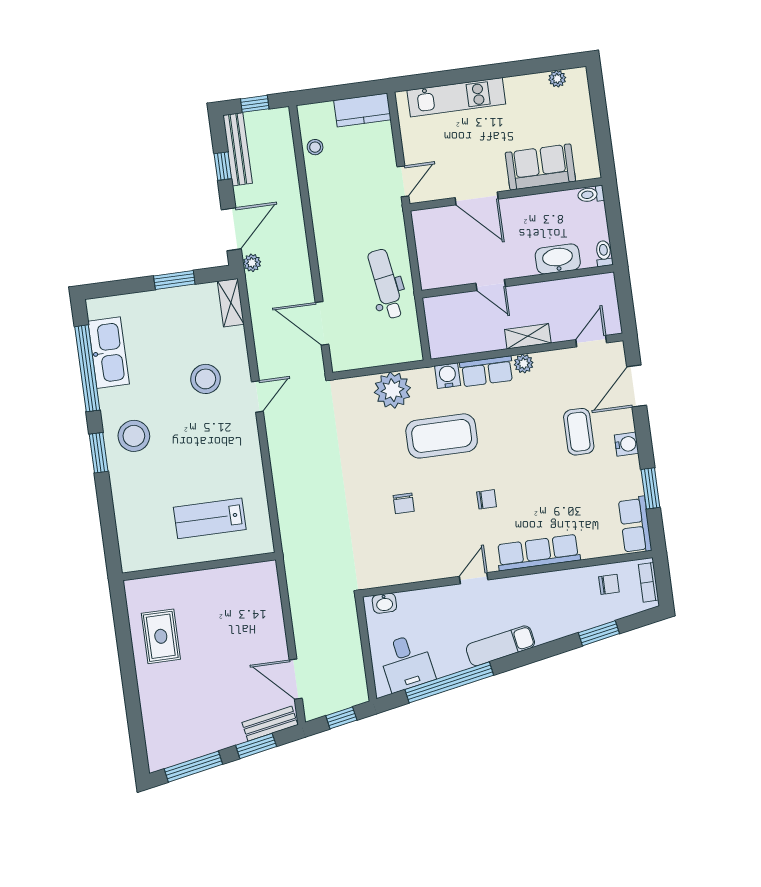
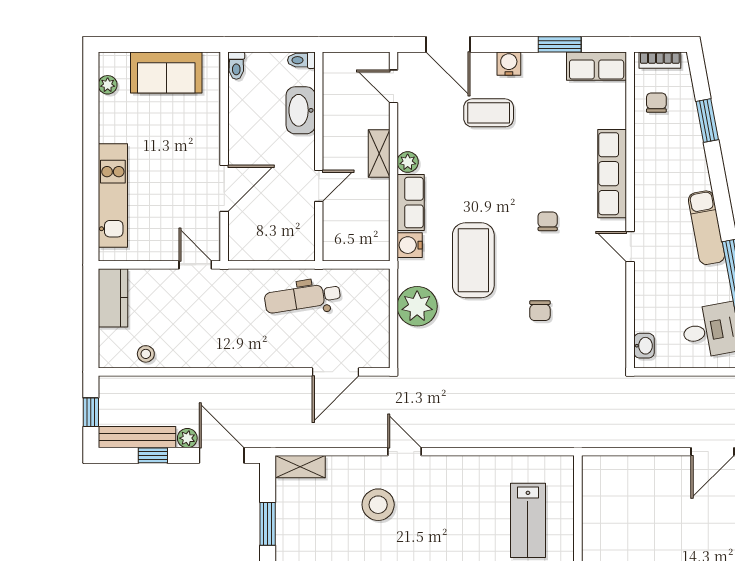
sofa: (540, 167) -> (166, 72), moved, turned -90
plant: (252, 263) -> (187, 438), moved
chair: (404, 503) -> (540, 311), turned 90

